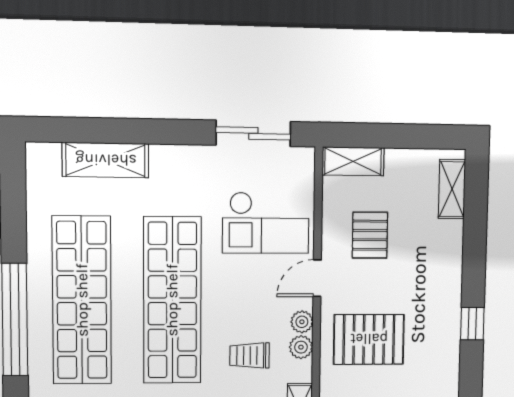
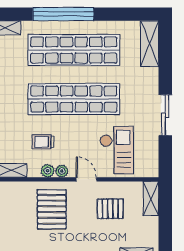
sliding door: (253, 133) -> (165, 115), moved
shelving: (106, 160) -> (150, 44), moved
checkout: (266, 223) -> (117, 150), turned 180
trolley: (250, 356) -> (43, 142), turned -90

